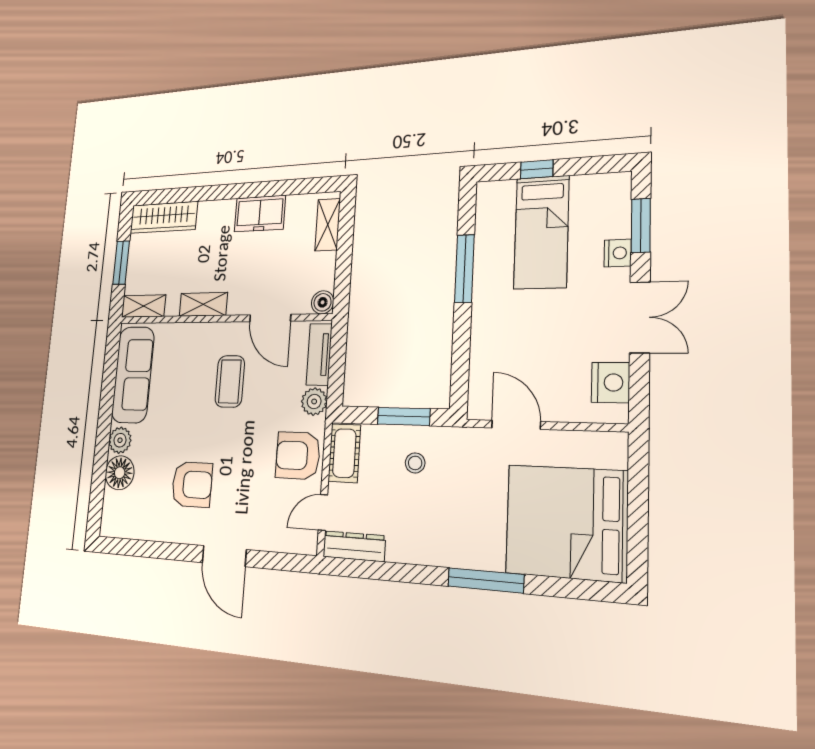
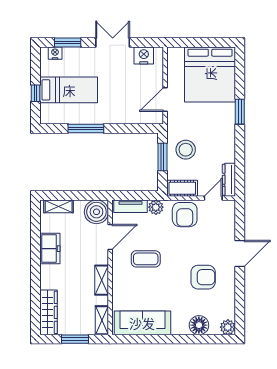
nightstand: (618, 253) -> (55, 53), moved
boiler: (323, 302) -> (96, 212), width x1.86, depth x1.86
plant: (120, 440) -> (228, 327), moved
stool: (415, 463) -> (186, 150), width x1.89, depth x1.89
armchair: (192, 484) -> (203, 277), turned 90
door: (323, 512) -> (213, 198), swing flipped
window: (486, 580) -> (240, 112), width x0.69

